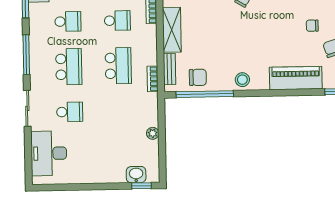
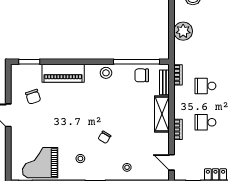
chair: (312, 26) -> (49, 115), removed
school desk: (118, 66) -> (206, 86), width x0.54
plant: (153, 133) -> (183, 31), width x1.87, depth x1.87

